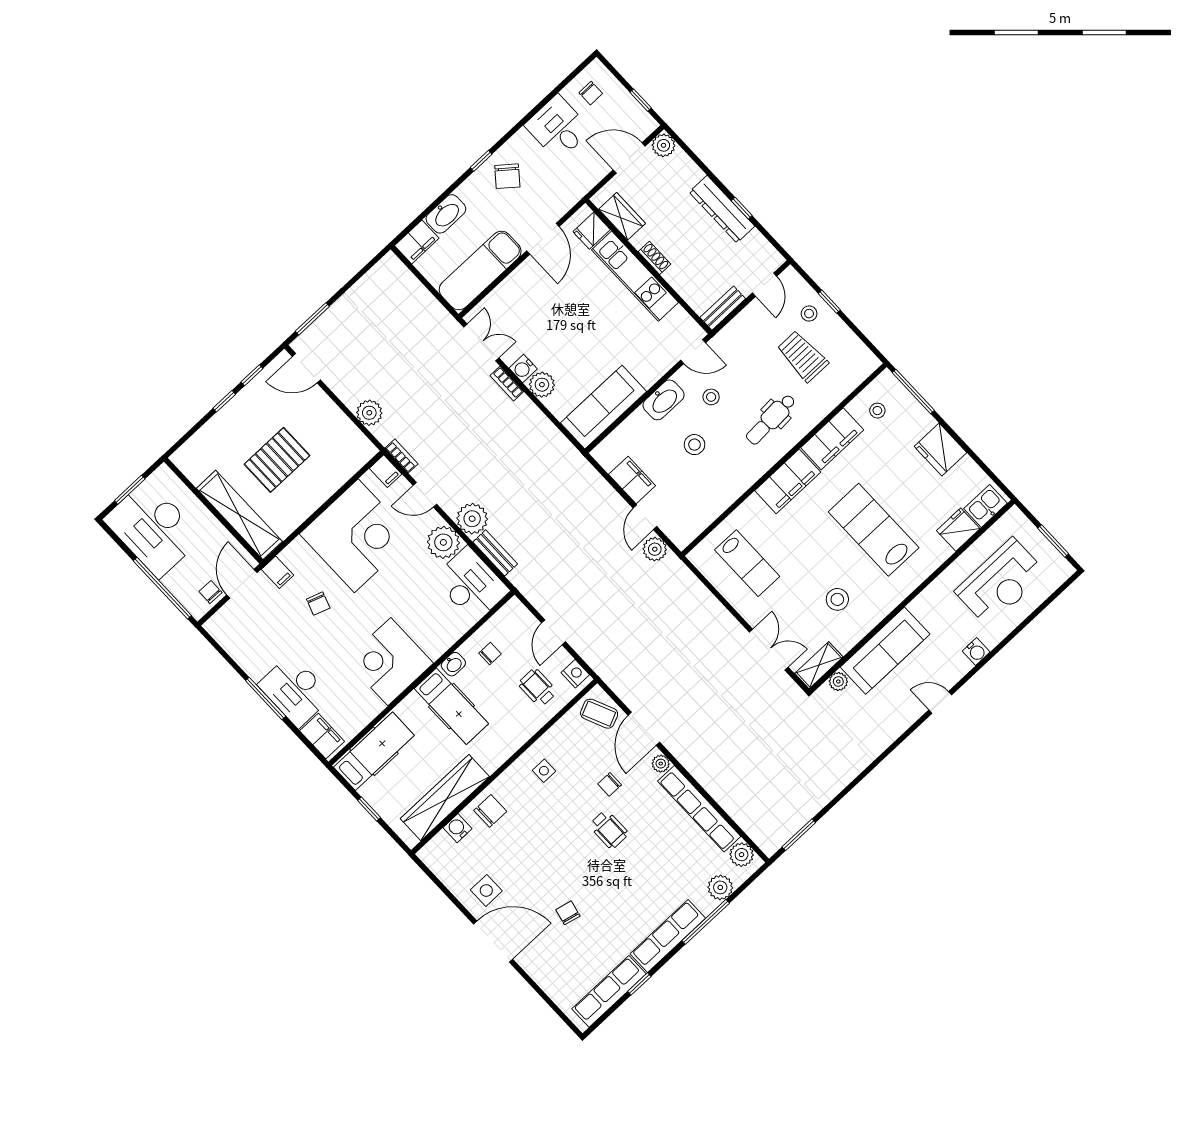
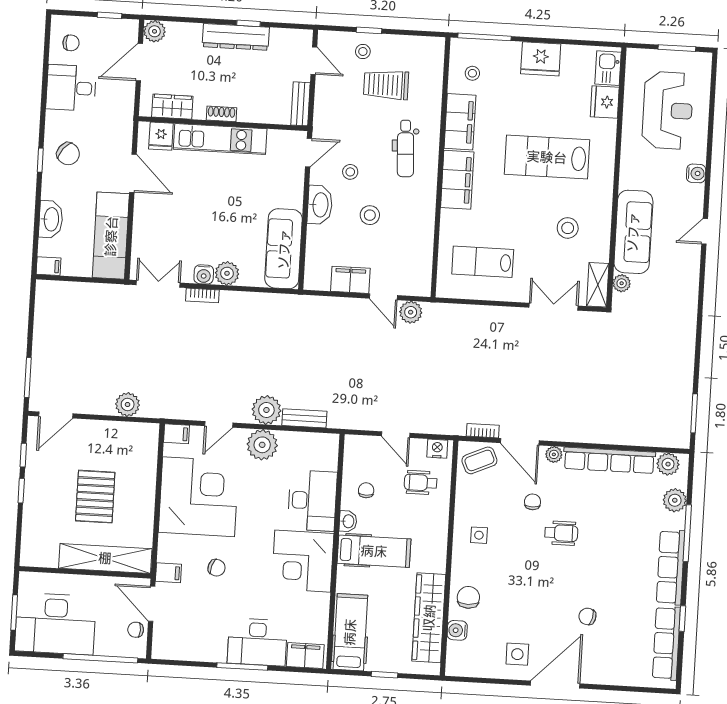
filing cabinet: (417, 242) -> (49, 266), width x0.50
bookcase: (402, 456) -> (483, 431), moved
lab bench: (747, 563) -> (483, 262), turned 180
desk: (471, 585) -> (312, 501), moved, turned 90
chair: (610, 784) -> (533, 502), turned 180

